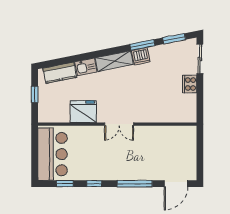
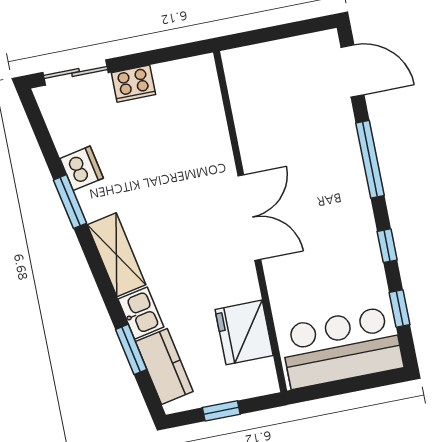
window: (174, 39) -> (131, 349), moved
dishwasher: (141, 56) -> (82, 168), moved
fridge: (83, 112) -> (244, 332), moved
double door: (119, 124) -> (249, 218), width x1.37

